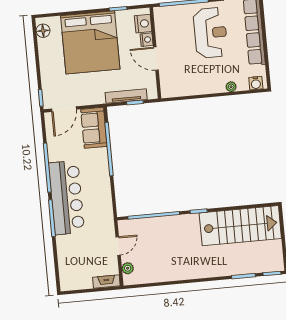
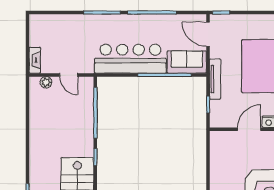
tv unit: (126, 96) -> (215, 79), moved
bar counter: (67, 198) -> (130, 59), moved, turned 180

